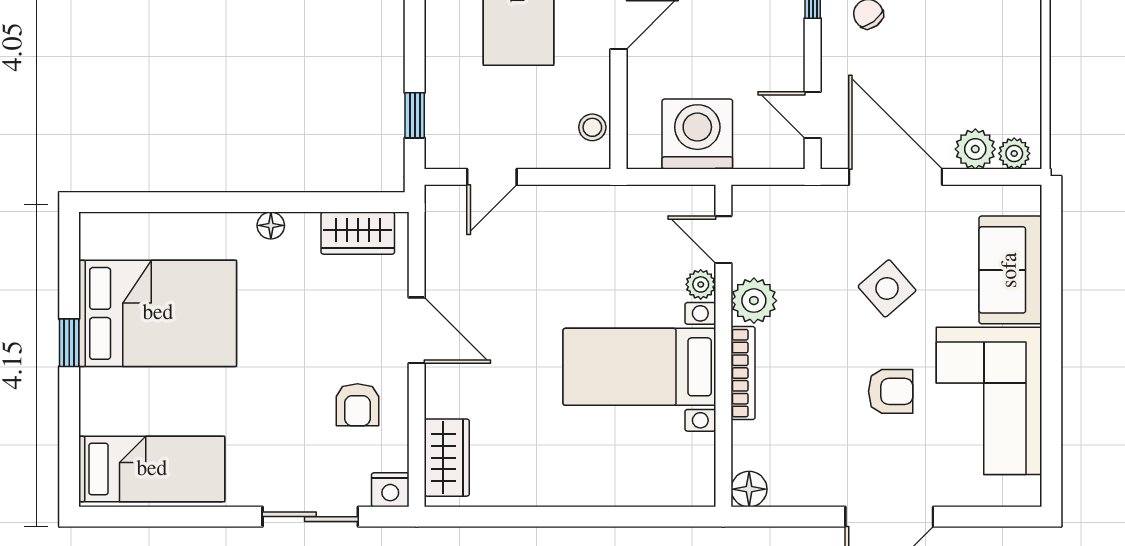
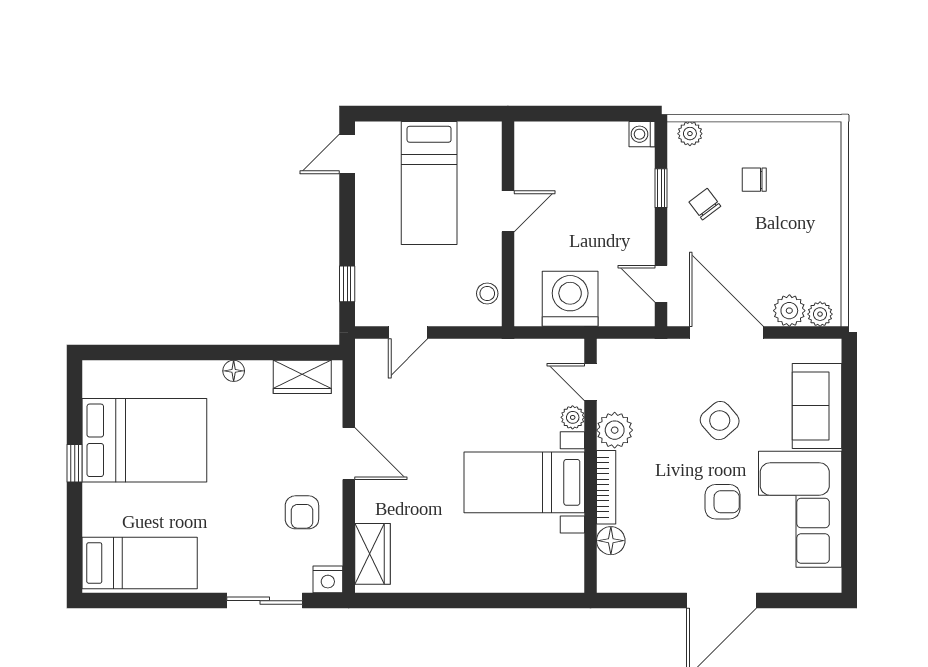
floor lamp: (749, 489) -> (611, 541), moved

